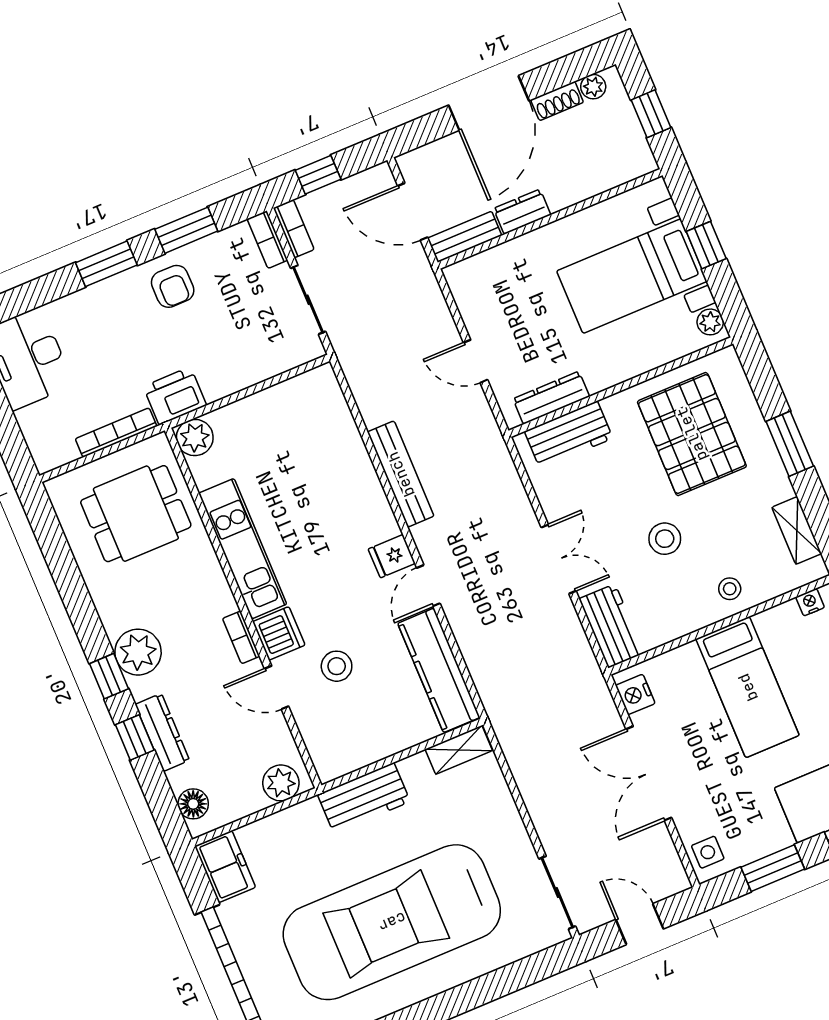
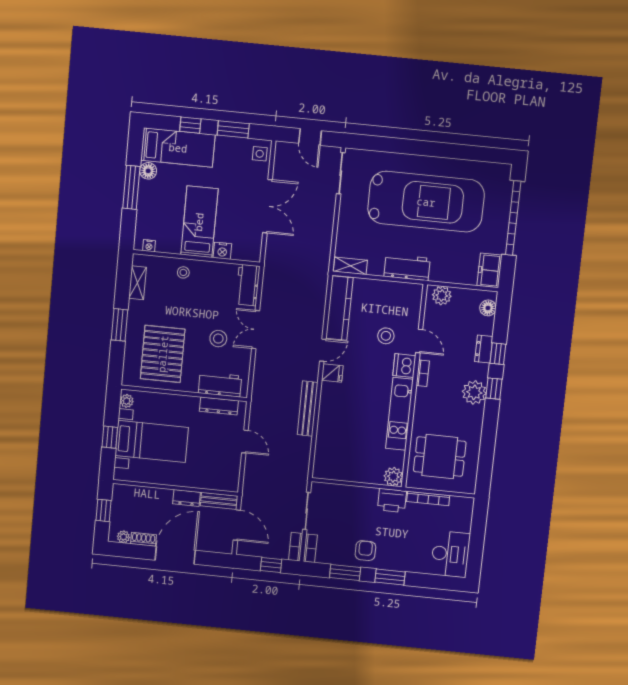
stool: (665, 539) -> (218, 339), moved
nightstand: (635, 694) -> (222, 251), moved, turned 90
dresser: (162, 732) -> (484, 349), width x0.70

